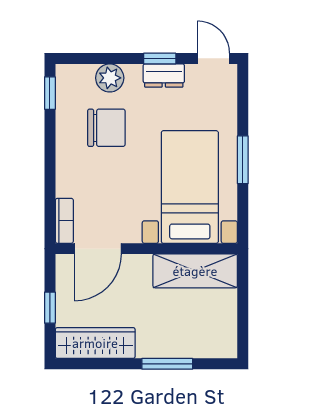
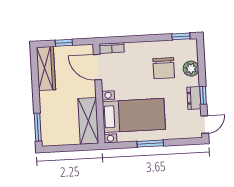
window: (167, 364) -> (38, 127), moved

